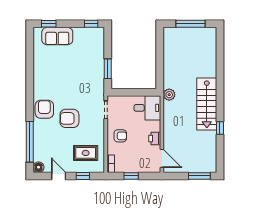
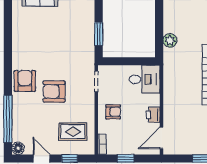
plant: (169, 95) -> (170, 40), moved
door: (162, 158) -> (161, 138), swing flipped

